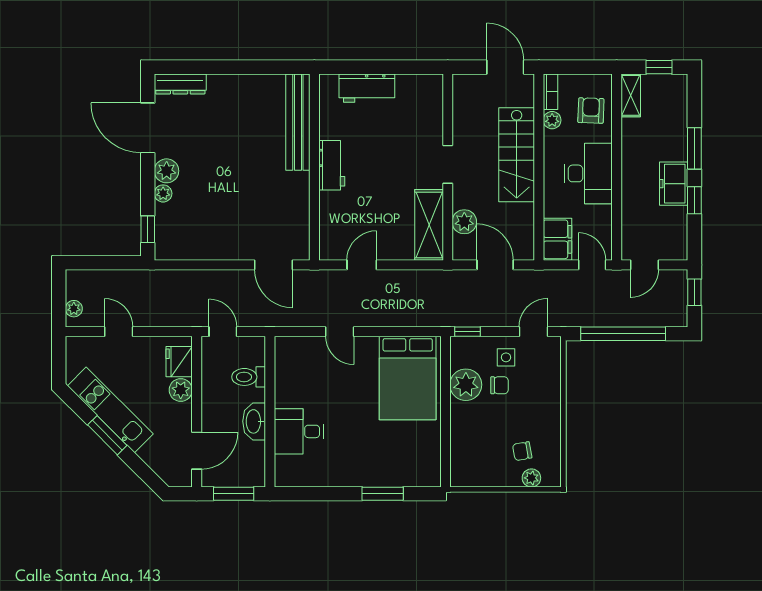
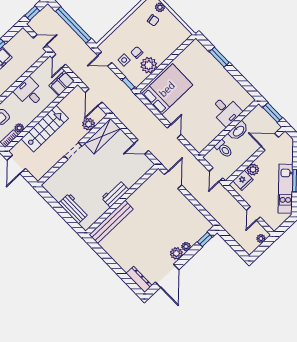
desk: (588, 173) -> (29, 92), width x0.73

